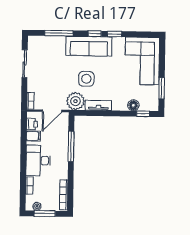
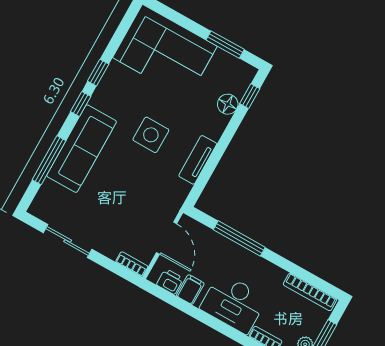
sofa: (89, 46) -> (82, 149), moved
side table: (86, 79) -> (151, 135), moved
plant: (75, 101) -> (171, 193), removed

